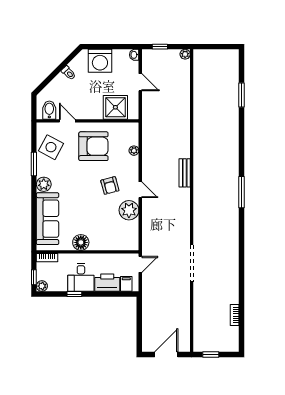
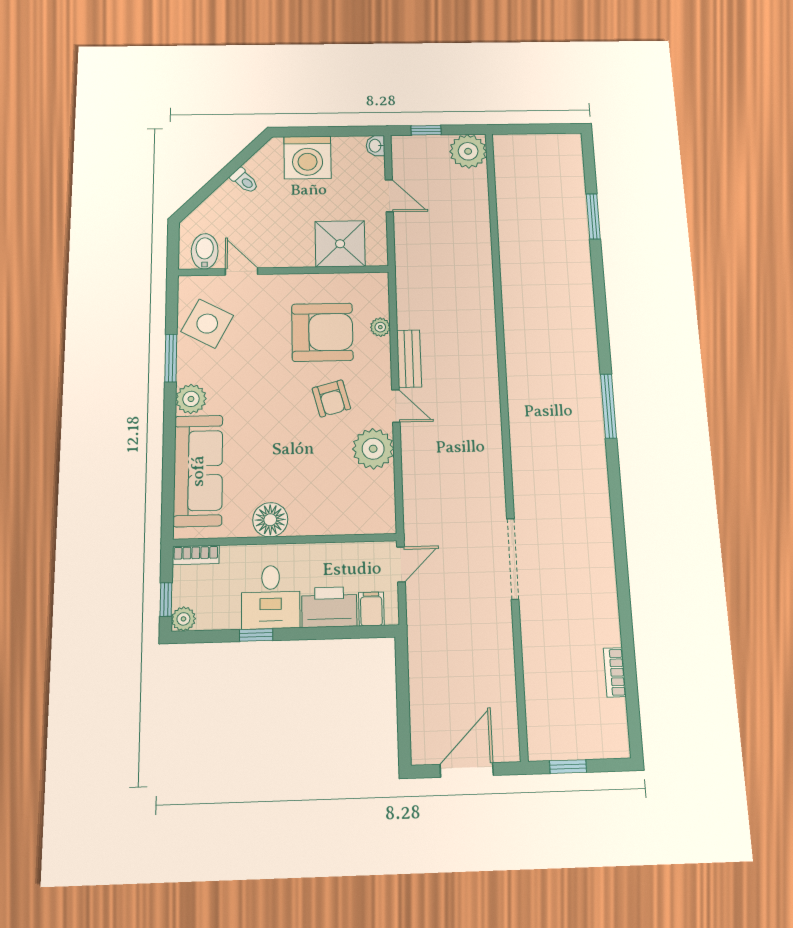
plant: (185, 54) -> (468, 151), width x1.87, depth x1.87
armchair: (93, 146) -> (322, 332), moved
bench: (185, 173) -> (409, 359), moved

